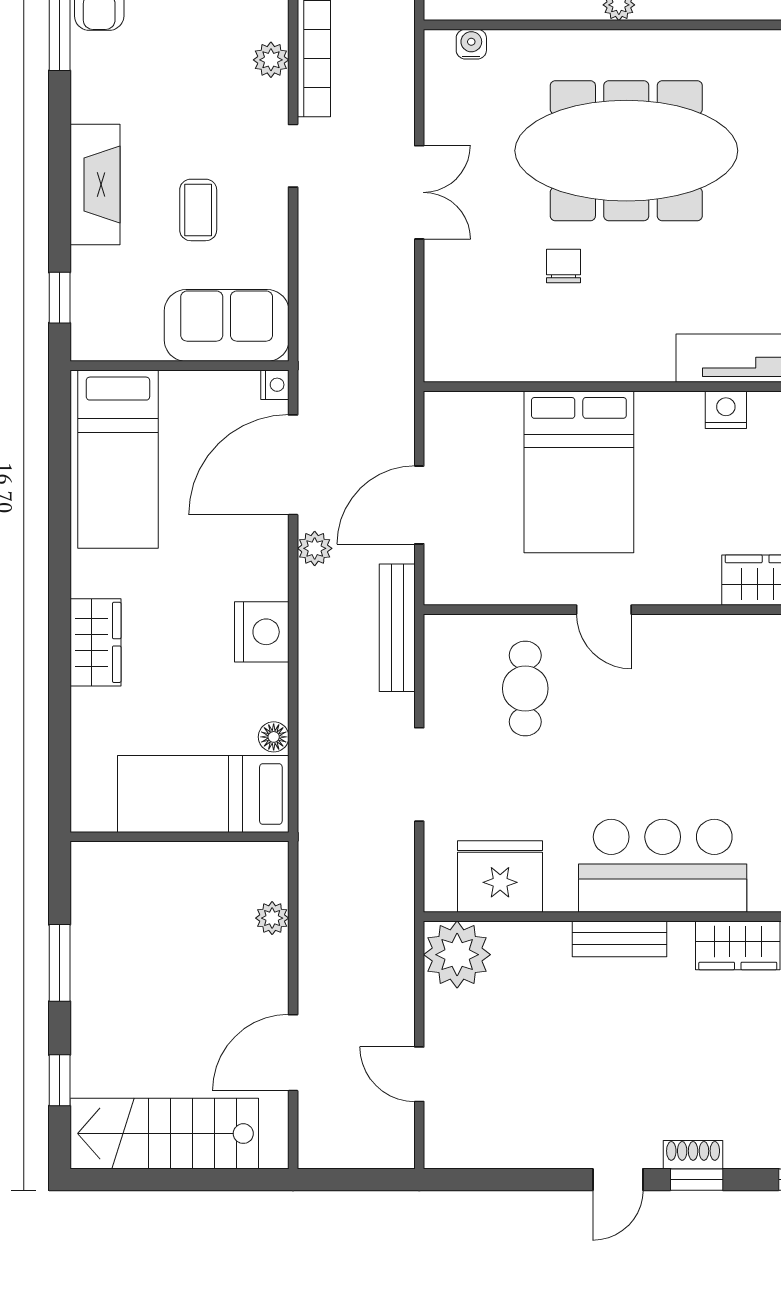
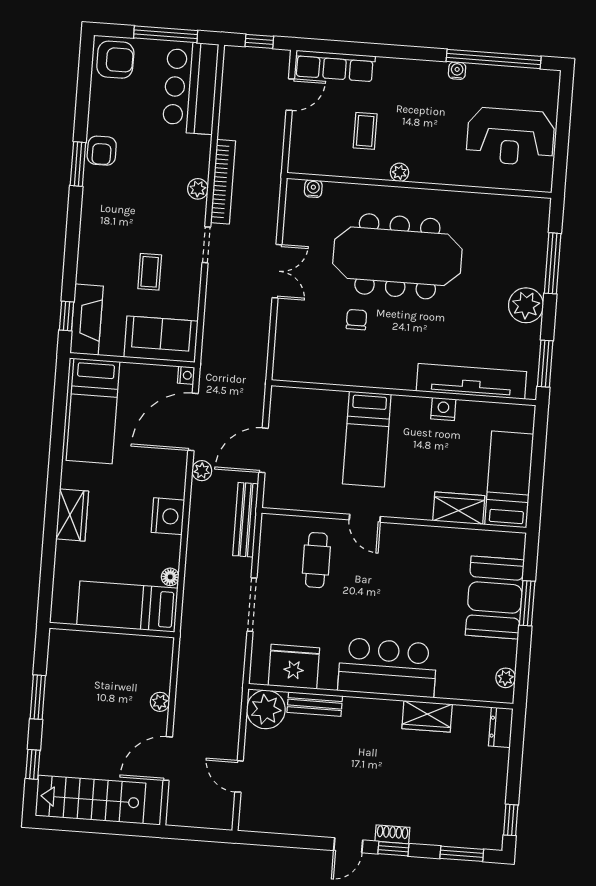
fireplace: (95, 184) -> (87, 320), moved
bed: (579, 472) -> (367, 439), width x0.67
plant: (272, 918) -> (160, 702), moved
bench: (620, 939) -> (315, 704), moved

